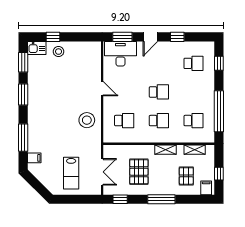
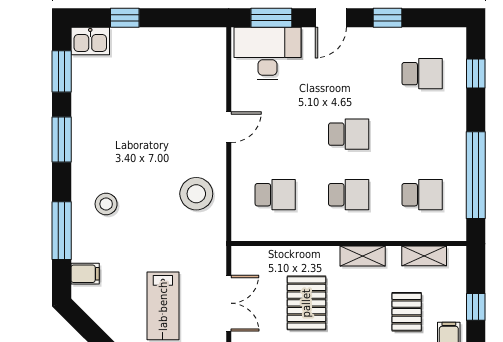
stool: (59, 52) -> (106, 204), moved
door: (102, 89) -> (229, 127), hinge flipped

